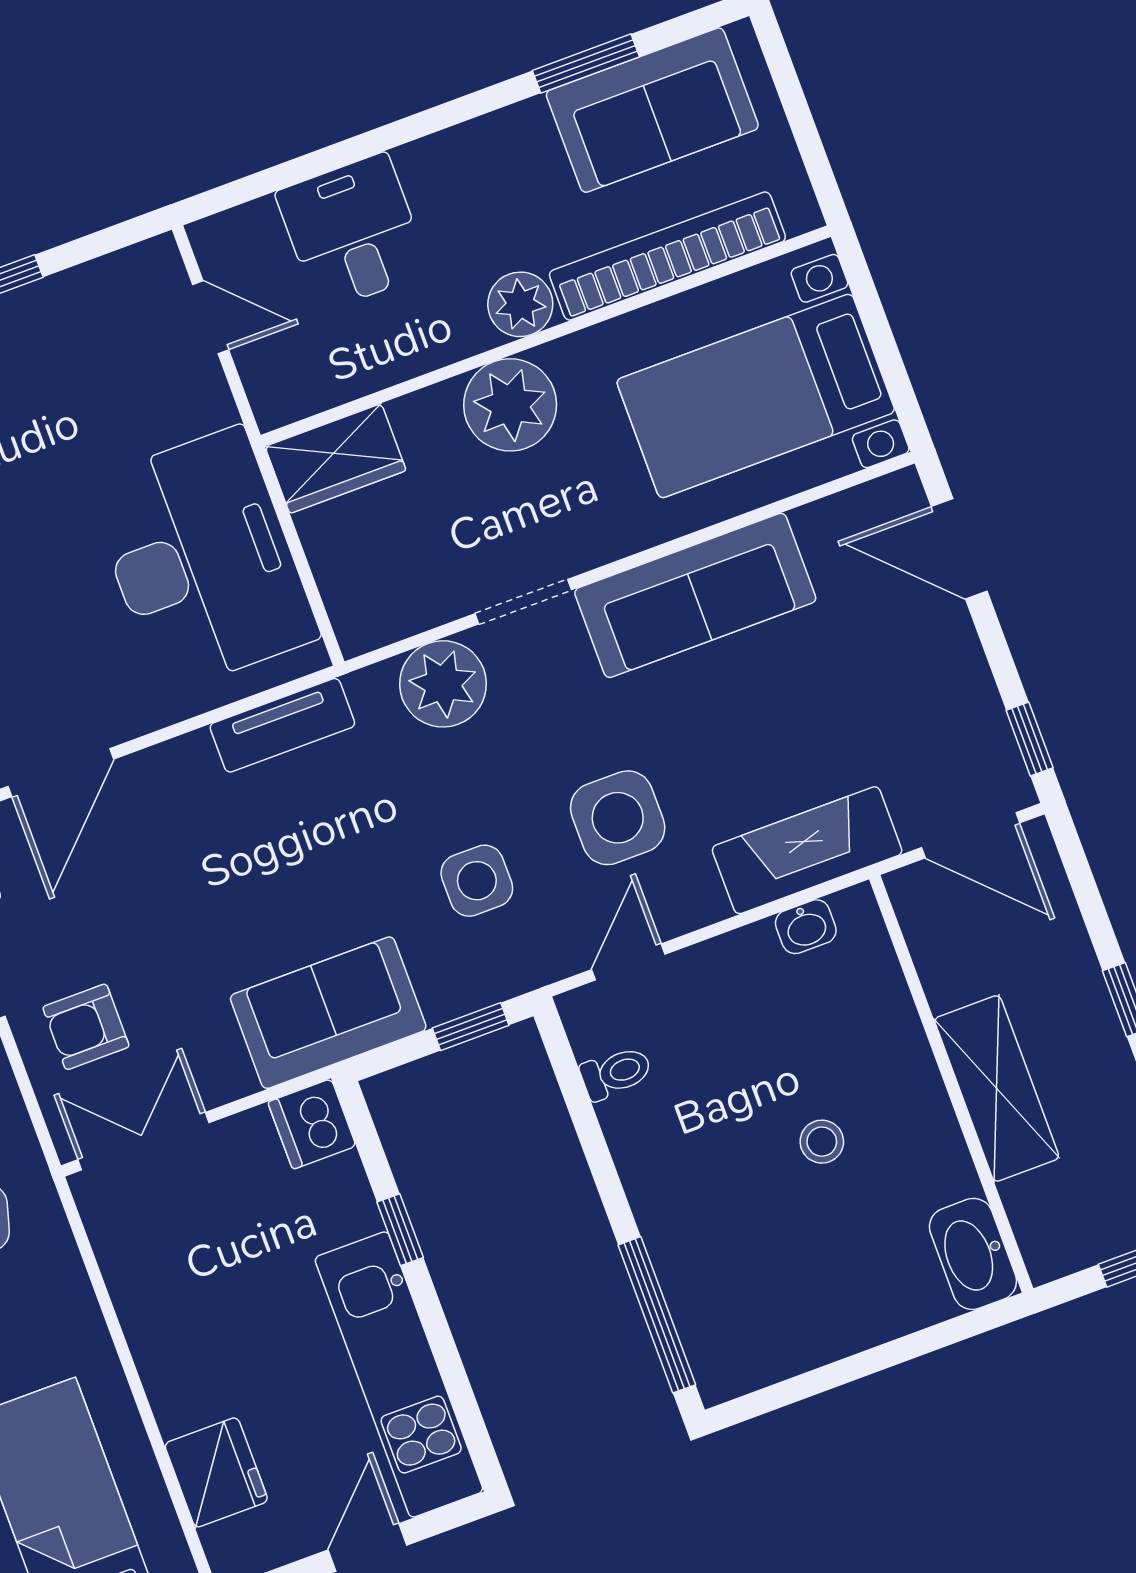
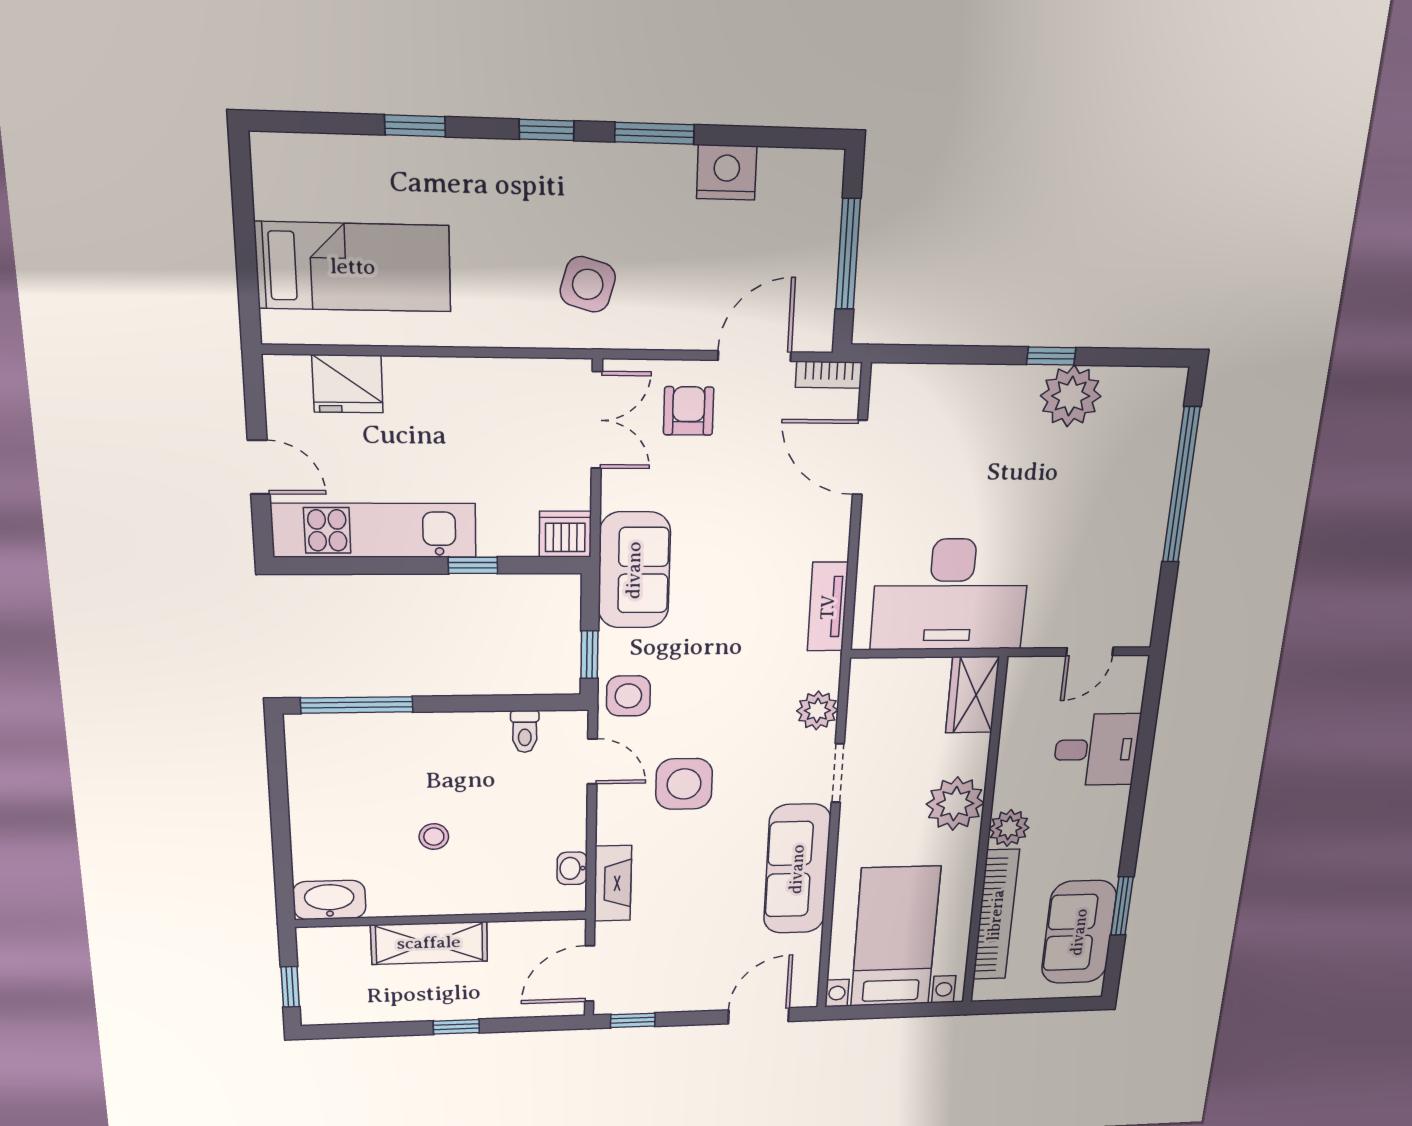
plant: (443, 684) -> (817, 711), width x0.73, depth x0.73
fireplace: (807, 850) -> (613, 883), width x0.73, depth x0.76
side table: (477, 881) -> (628, 696), moved

